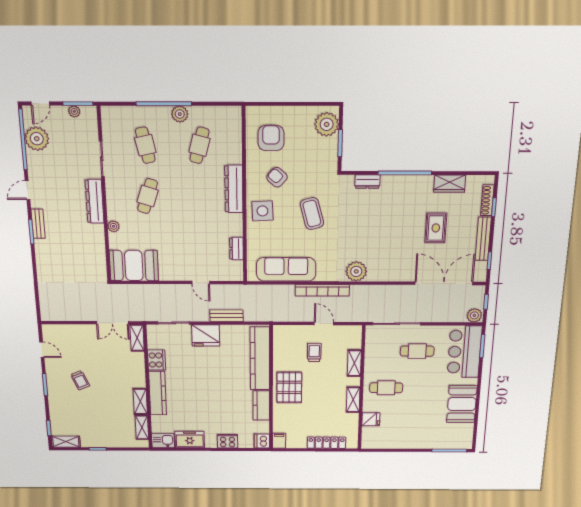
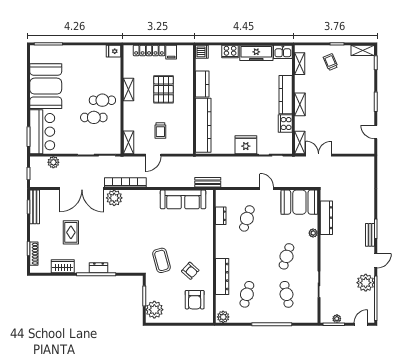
plant: (180, 114) -> (223, 317), moved
plant: (37, 139) -> (366, 283), moved
dresser: (367, 181) -> (99, 268), moved
dresser: (234, 189) -> (222, 276), moved
dresser: (95, 201) -> (326, 218), moved
side table: (262, 211) -> (201, 245), removed
coffee table: (312, 214) -> (162, 260), moved
bench: (483, 239) -> (35, 207), moved
cafe table: (202, 245) -> (247, 218), added
plant: (356, 271) -> (114, 198), moved
door: (201, 283) -> (267, 188), moved
double door: (444, 283) -> (82, 188), moved
bookcase: (322, 290) -> (125, 182), moved
plant: (474, 315) -> (53, 162), moved
bench: (226, 316) -> (208, 182), moved
door: (324, 323) -> (153, 155), hinge flipped
cafe table: (417, 351) -> (94, 117), moved
shelving: (354, 363) -> (129, 142), moved
trolley: (80, 380) -> (330, 62), moved
pallet: (289, 387) -> (163, 89), moved
shelving: (140, 401) -> (300, 104), moved
booth: (462, 404) -> (46, 86), width x1.36, depth x1.42
fridge: (371, 419) -> (114, 51), moved
freezer: (190, 440) -> (256, 53), width x1.40
filing cabinet: (279, 441) -> (171, 52), moved

